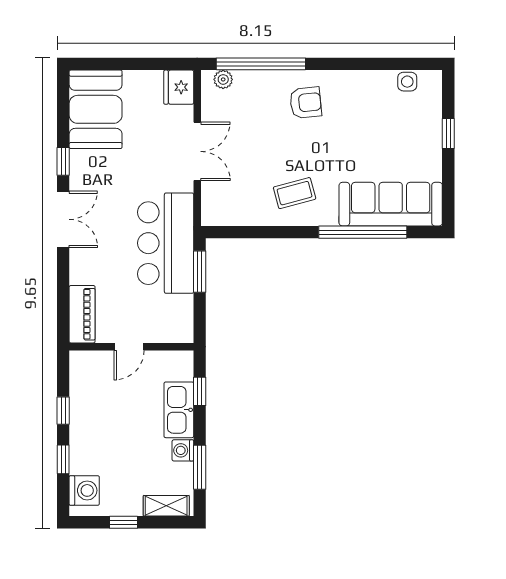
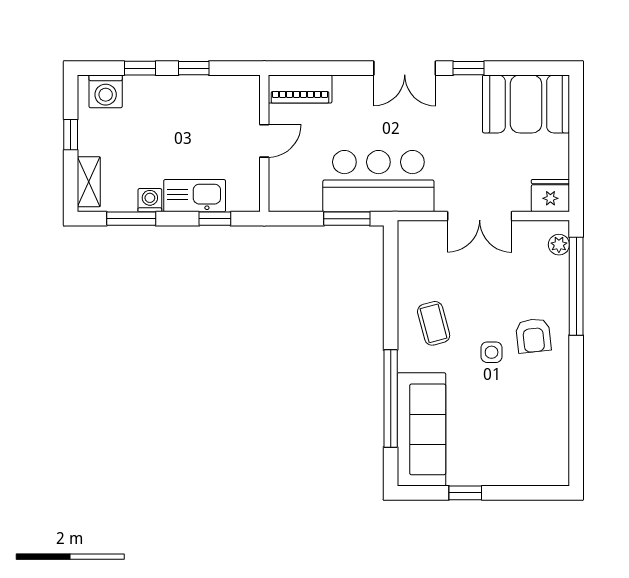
side table: (407, 82) -> (492, 352), moved
window: (448, 133) -> (465, 493), moved
door: (129, 347) -> (264, 141), swing flipped

